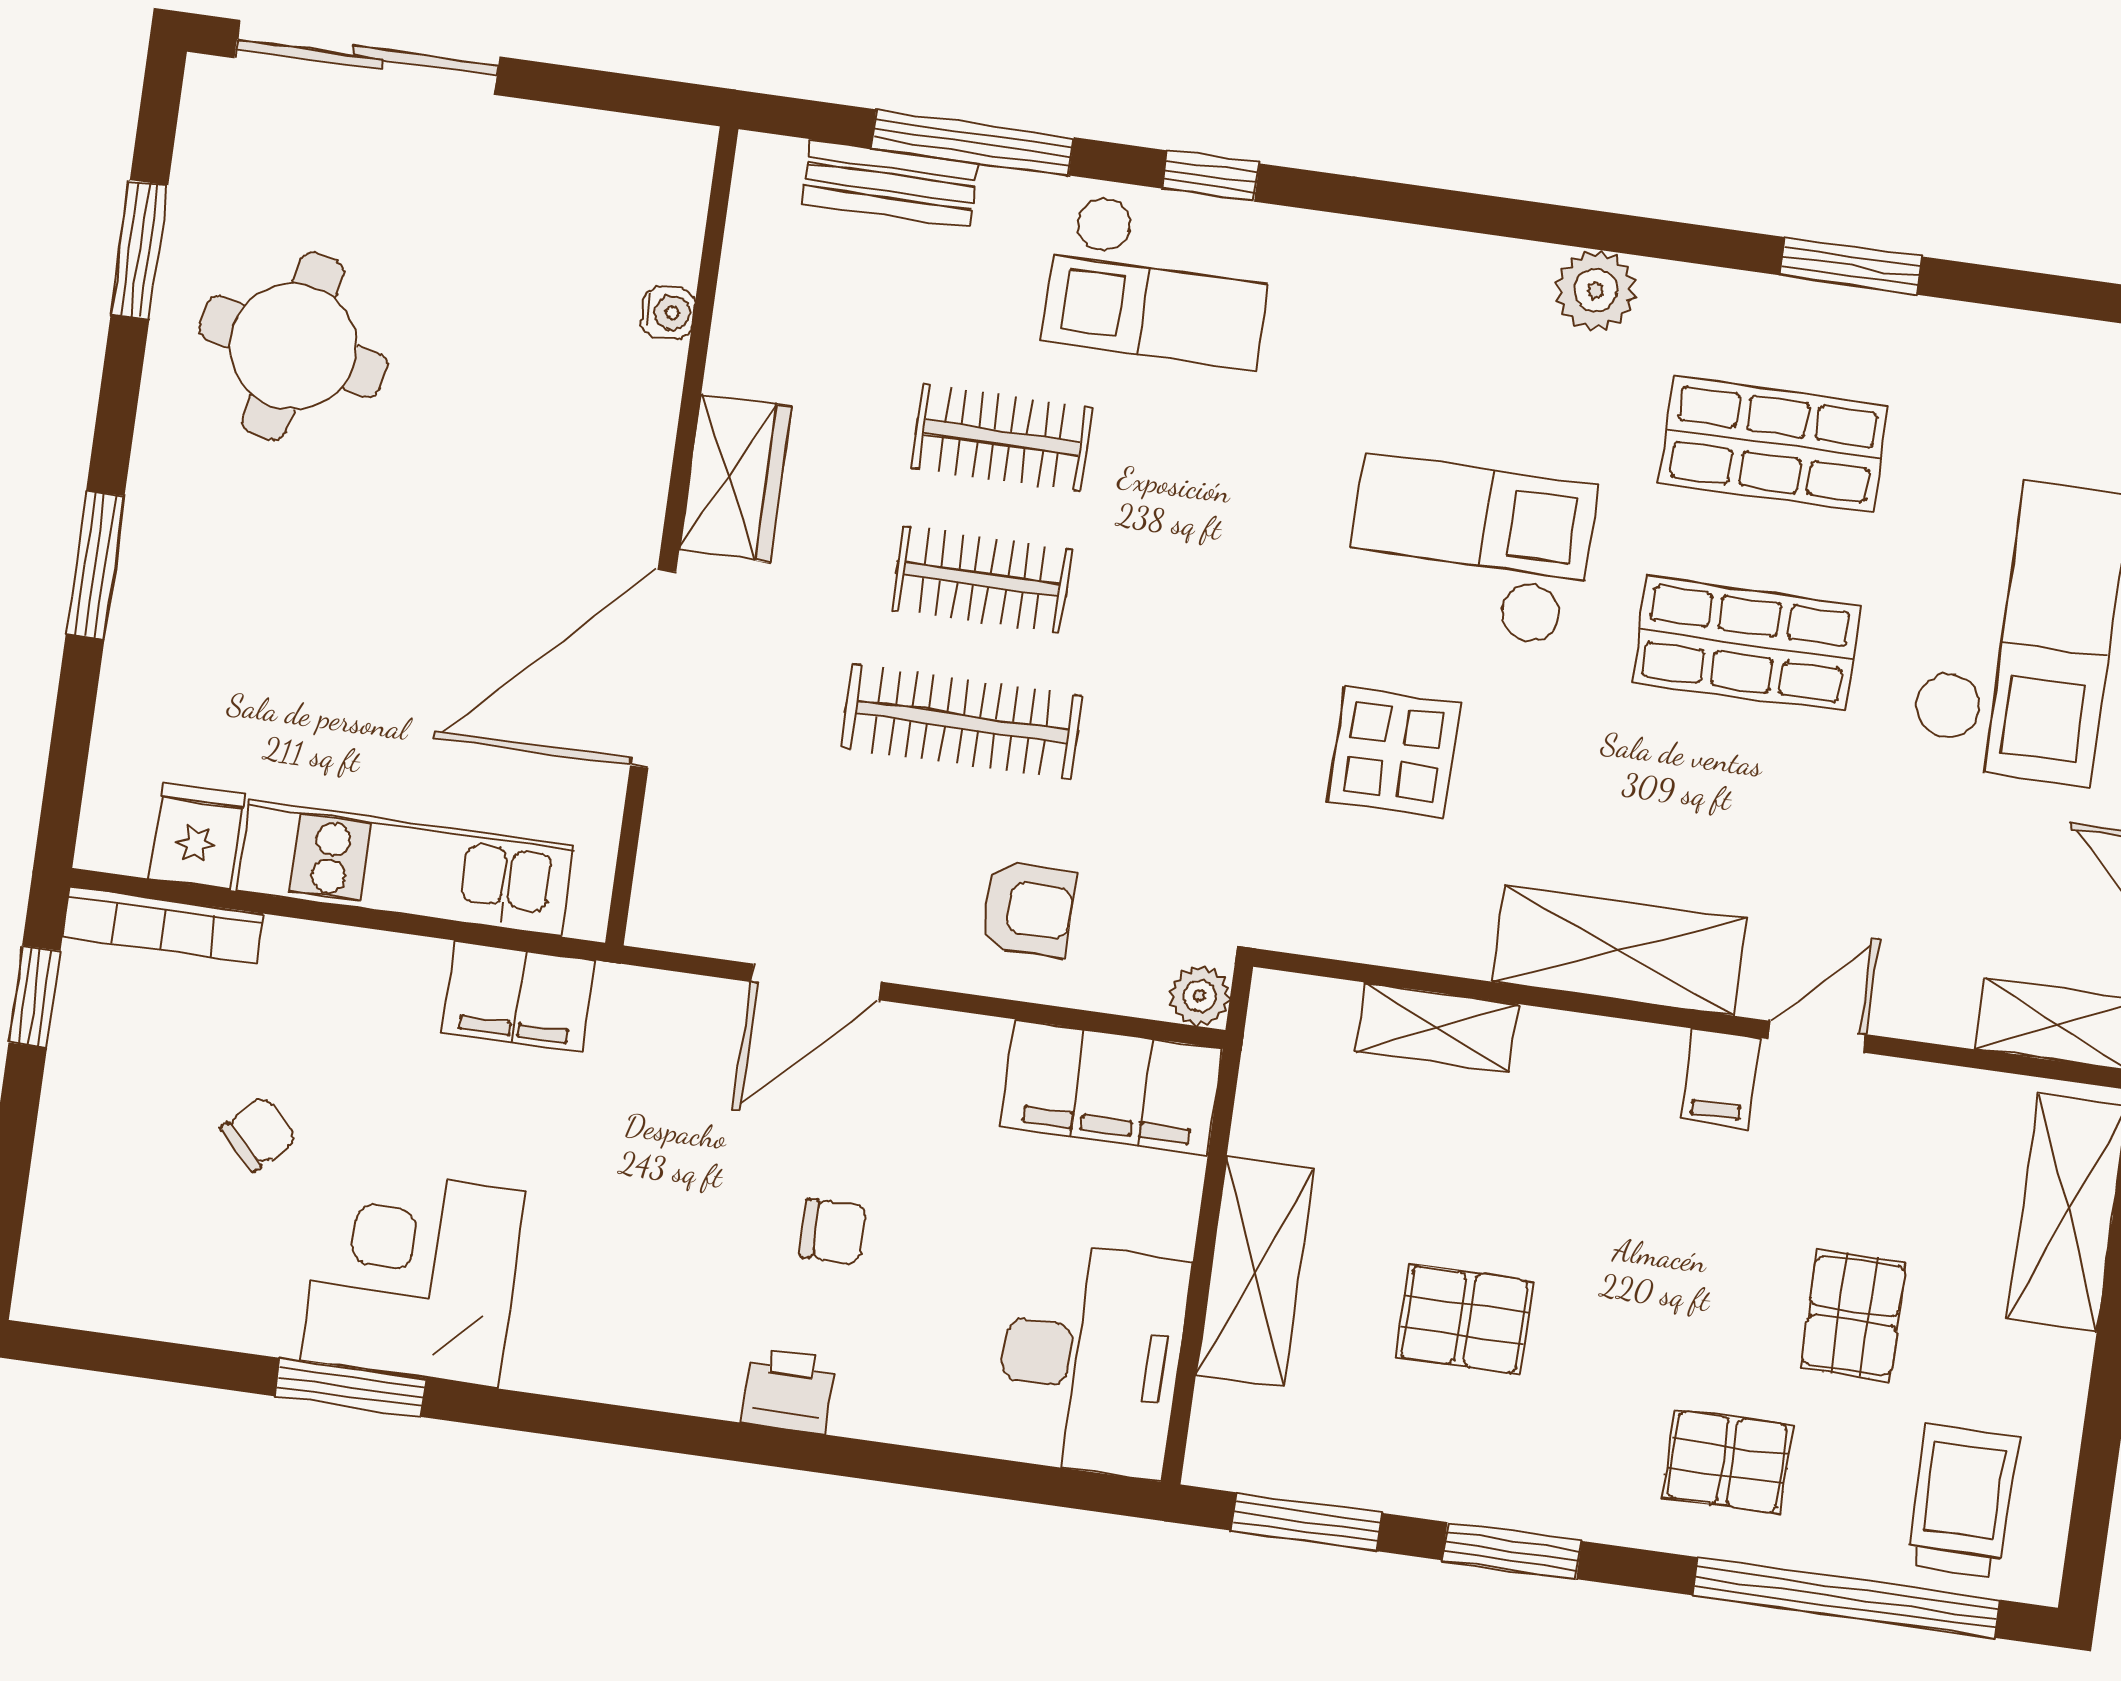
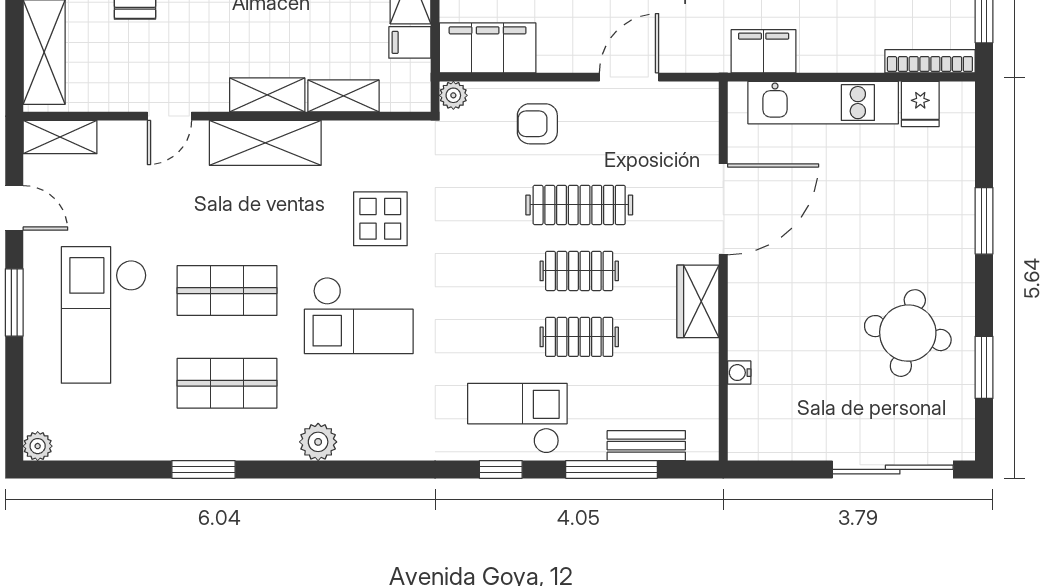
shelving: (1600, 1053) -> (267, 95), added
filing cabinet: (1720, 1078) -> (410, 42), moved, turned -90

